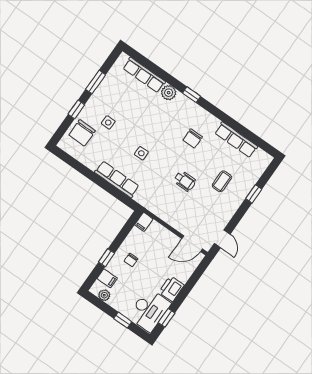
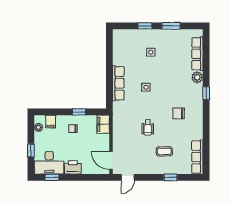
chair: (82, 133) -> (132, 40), removed
row of seats: (236, 140) -> (197, 157), moved
filing cabinet: (144, 222) -> (103, 124), width x2.00
window: (106, 258) -> (79, 112), moved

